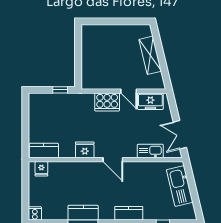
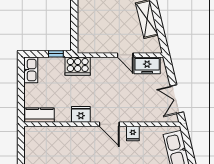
cooker: (107, 102) -> (78, 66), moved
kitchen sink: (150, 151) -> (31, 70), moved, turned 90
fridge: (41, 169) -> (133, 134), moved

